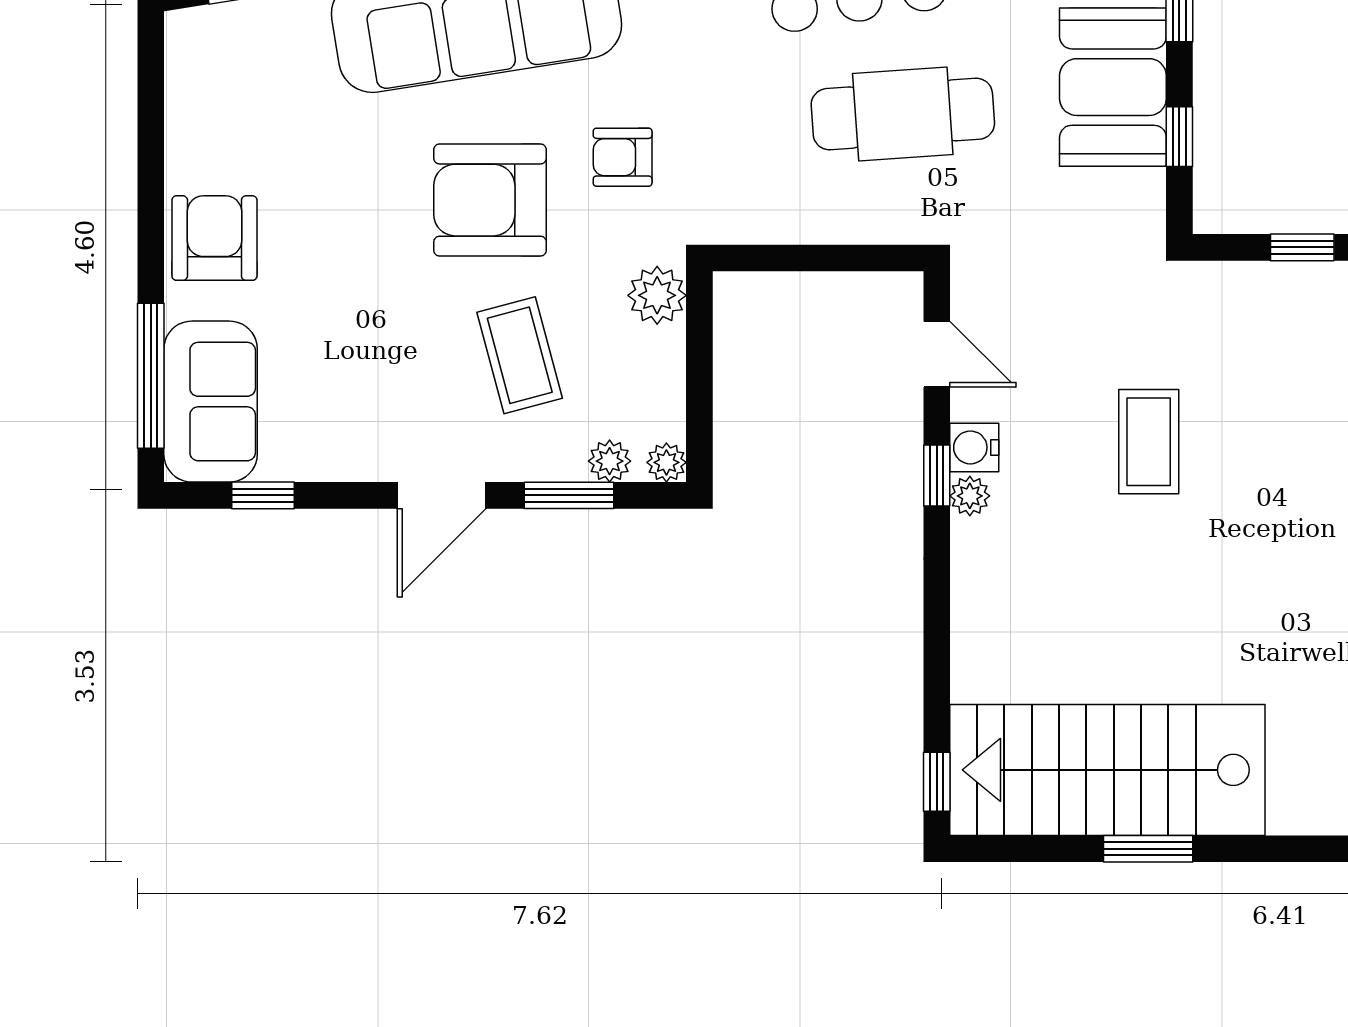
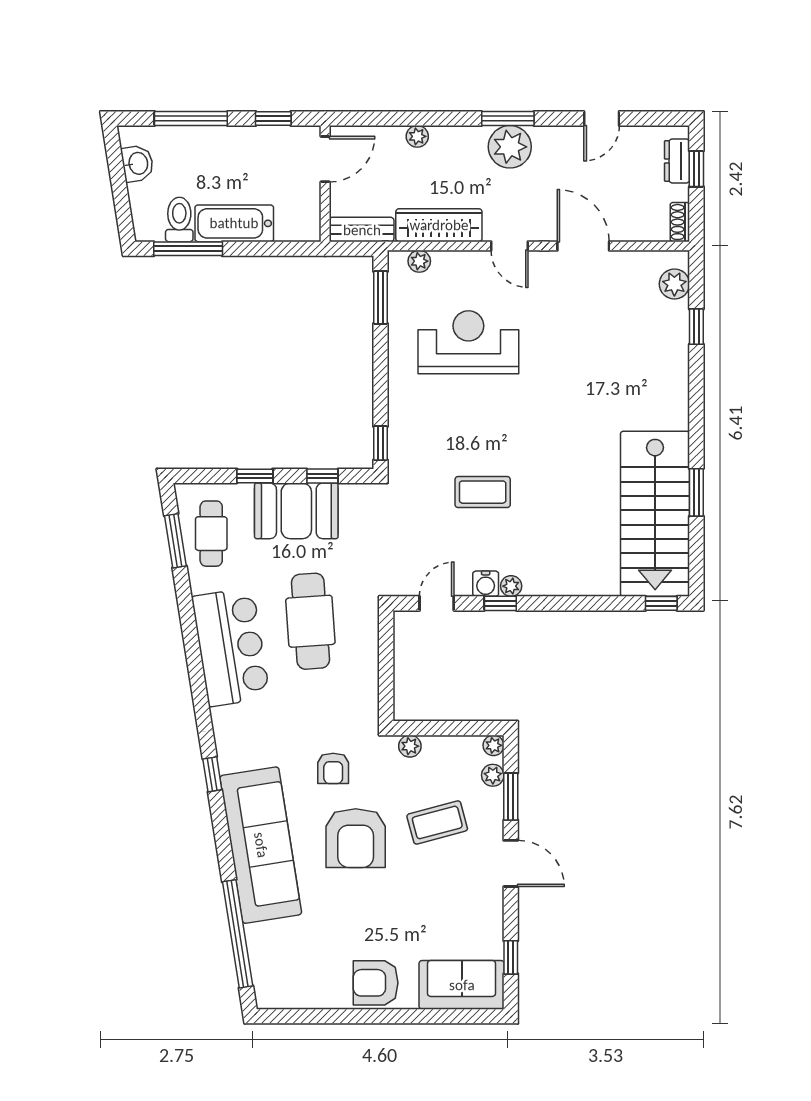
window: (1302, 247) -> (381, 443), moved
plant: (657, 295) -> (410, 746), width x0.73, depth x0.73
window: (151, 376) -> (448, 1016), removed

